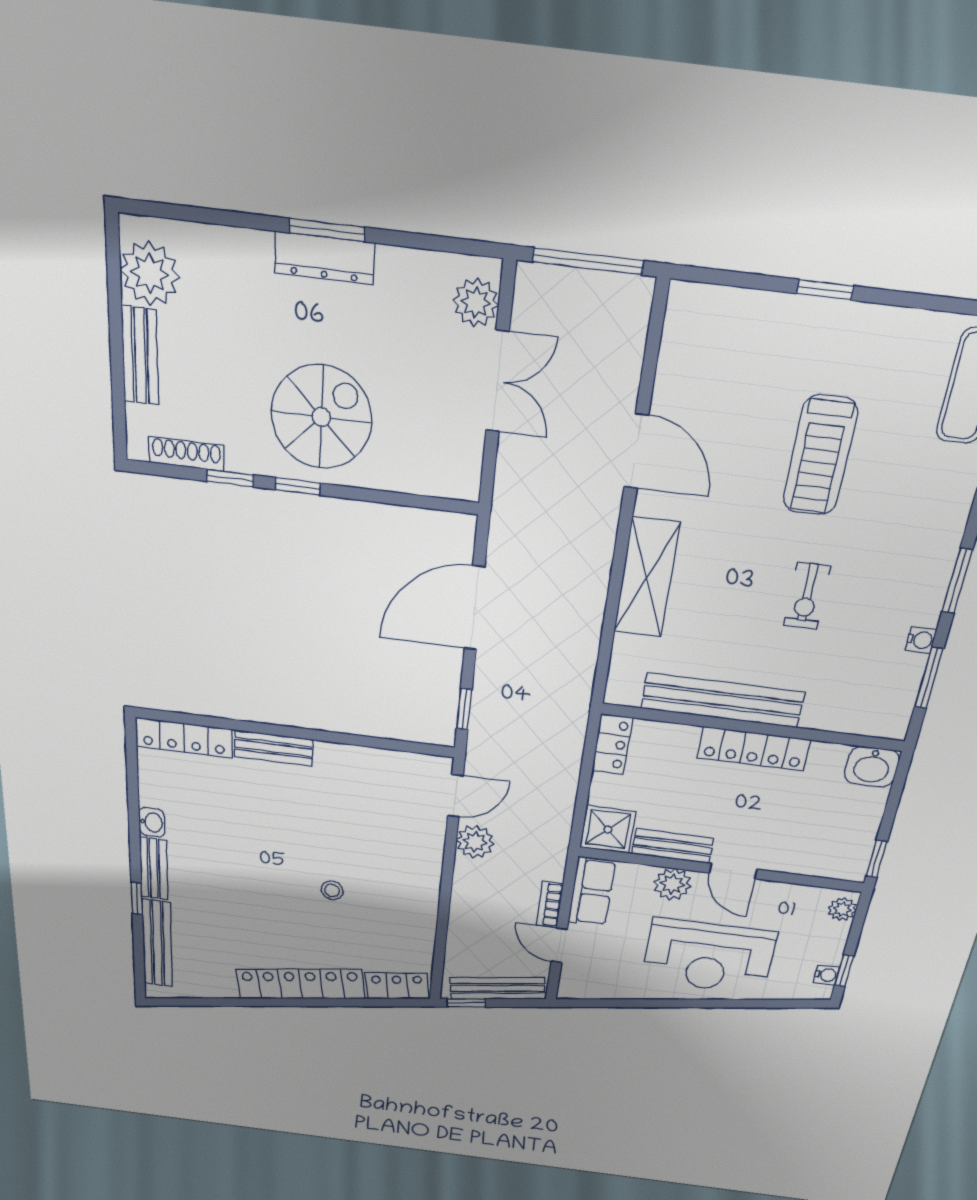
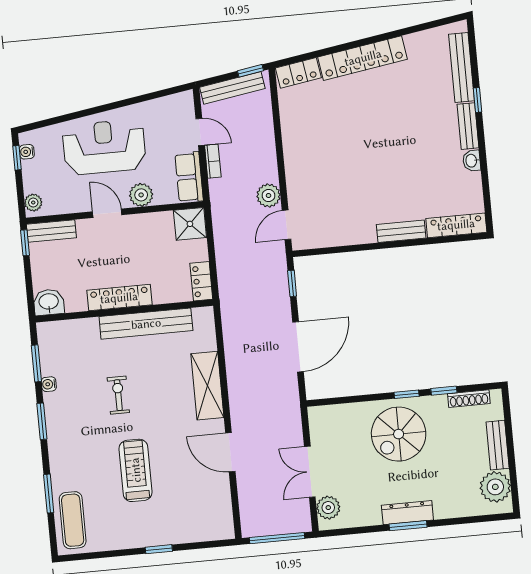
bench: (672, 846) -> (51, 231), moved
stool: (332, 890) -> (352, 138), removed

